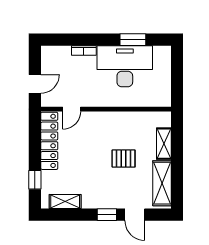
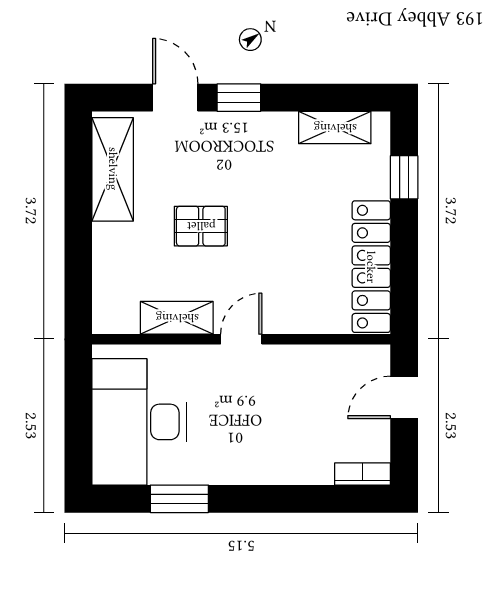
bookcase: (84, 50) -> (363, 474), moved
desk: (125, 66) -> (139, 422), moved, turned 90
door: (72, 109) -> (241, 339), moved
shelving: (164, 144) -> (177, 318), moved, turned 90

